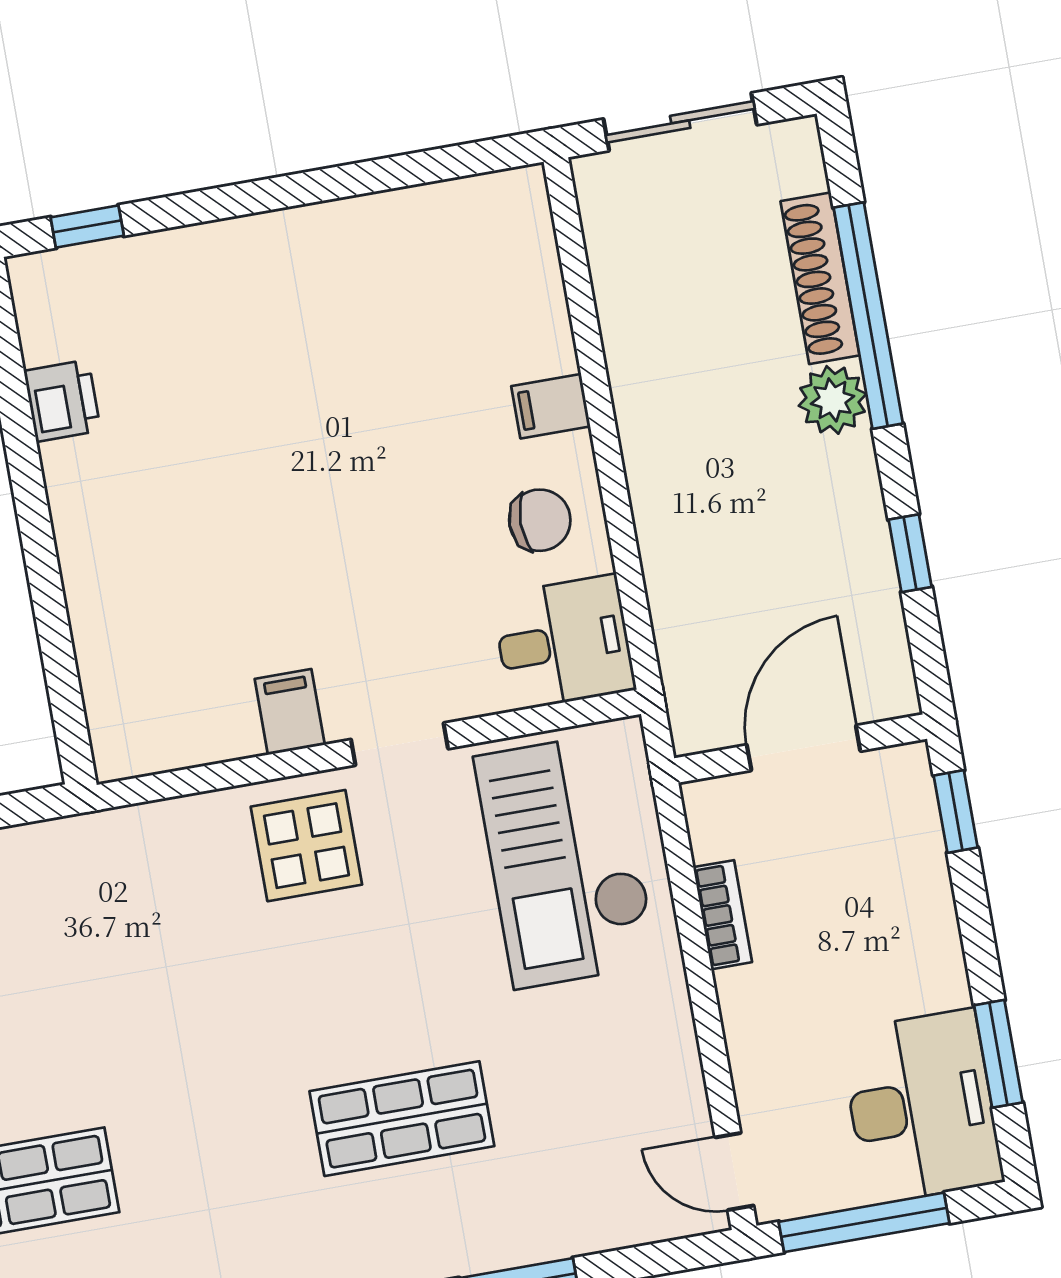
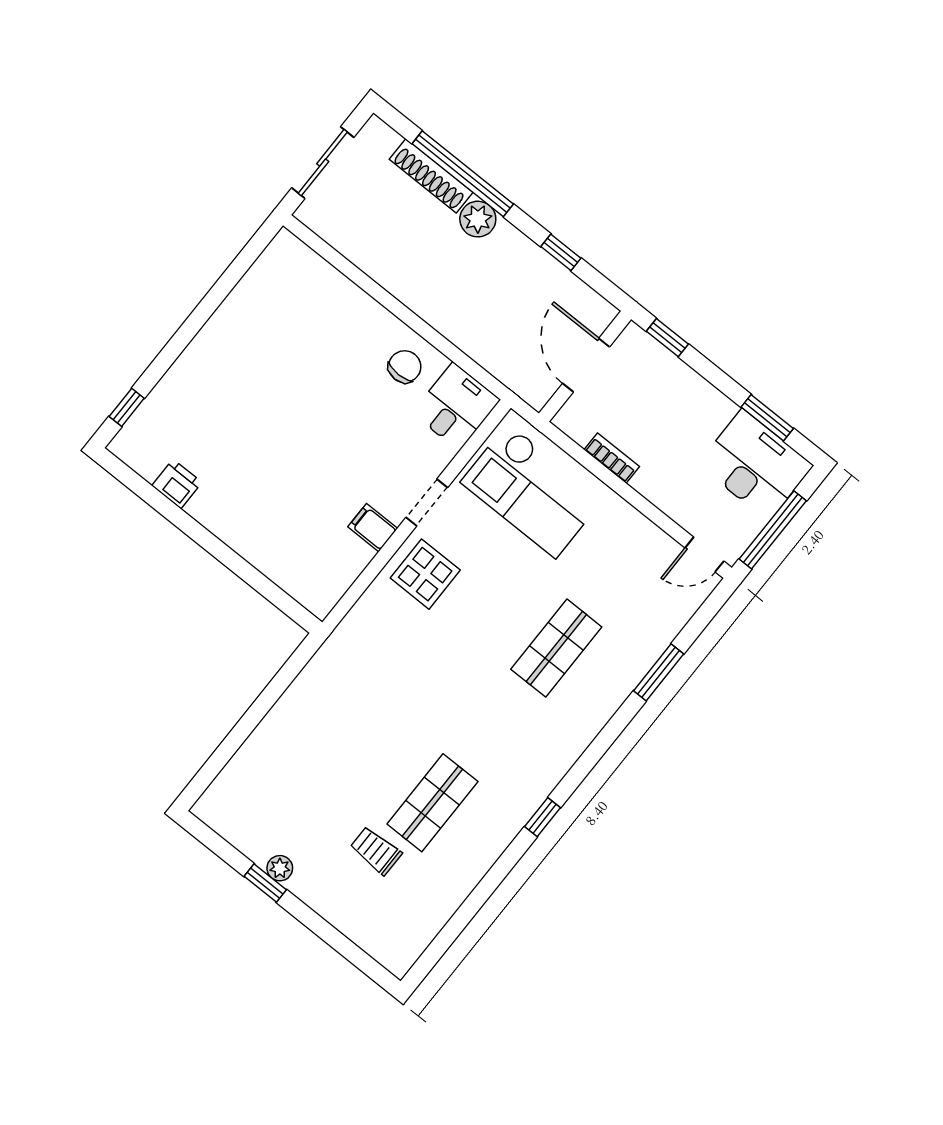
filing cabinet: (551, 406) -> (370, 318), removed

